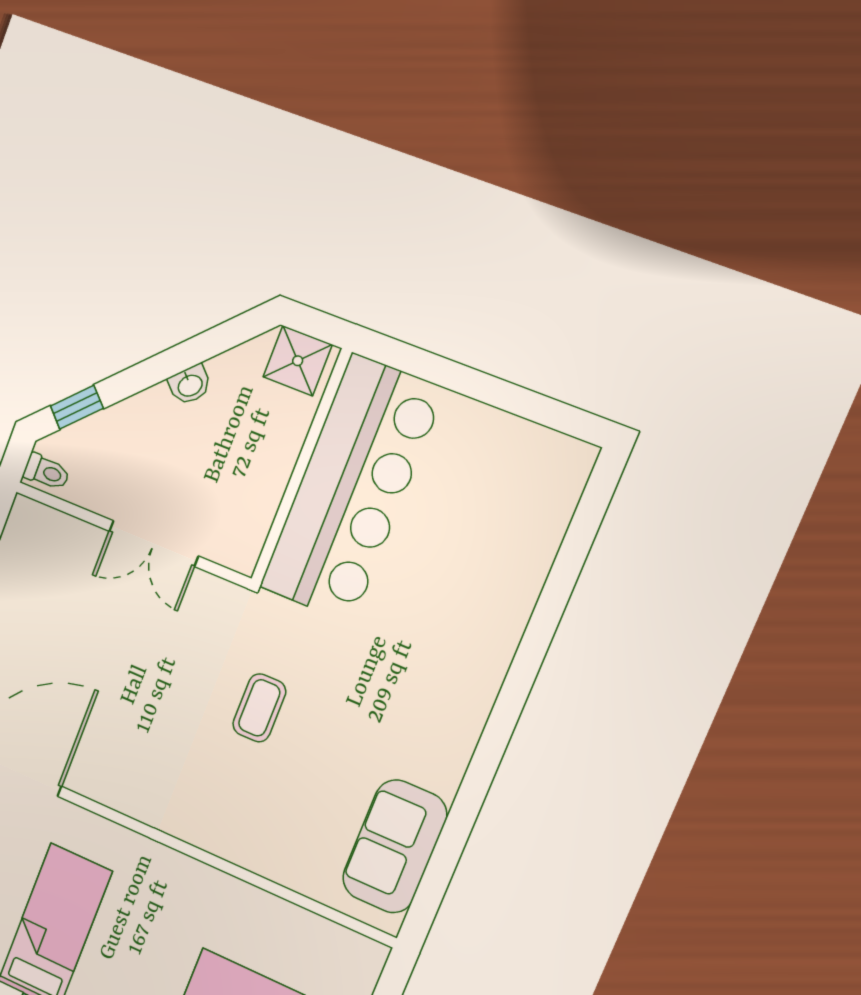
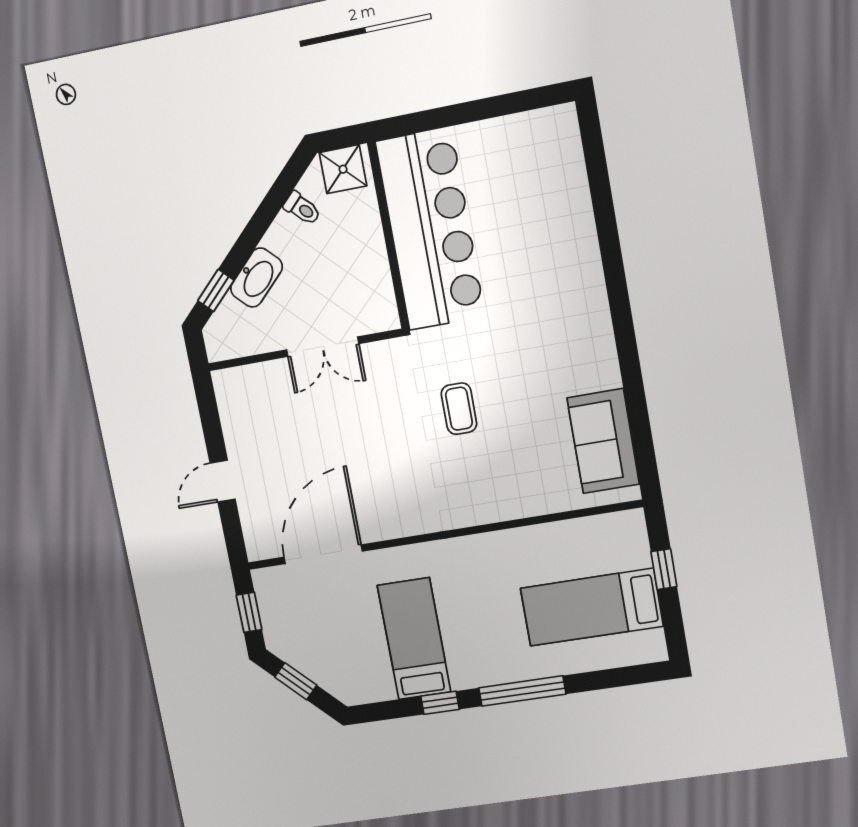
washbasin: (190, 385) -> (256, 278), moved, width x1.91, depth x1.45
toilet: (47, 472) -> (302, 208), moved, turned 45

